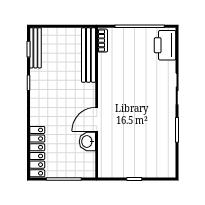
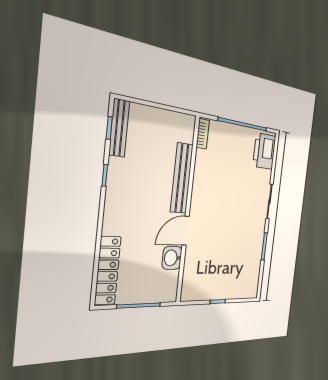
bench: (88, 55) -> (182, 178), moved

